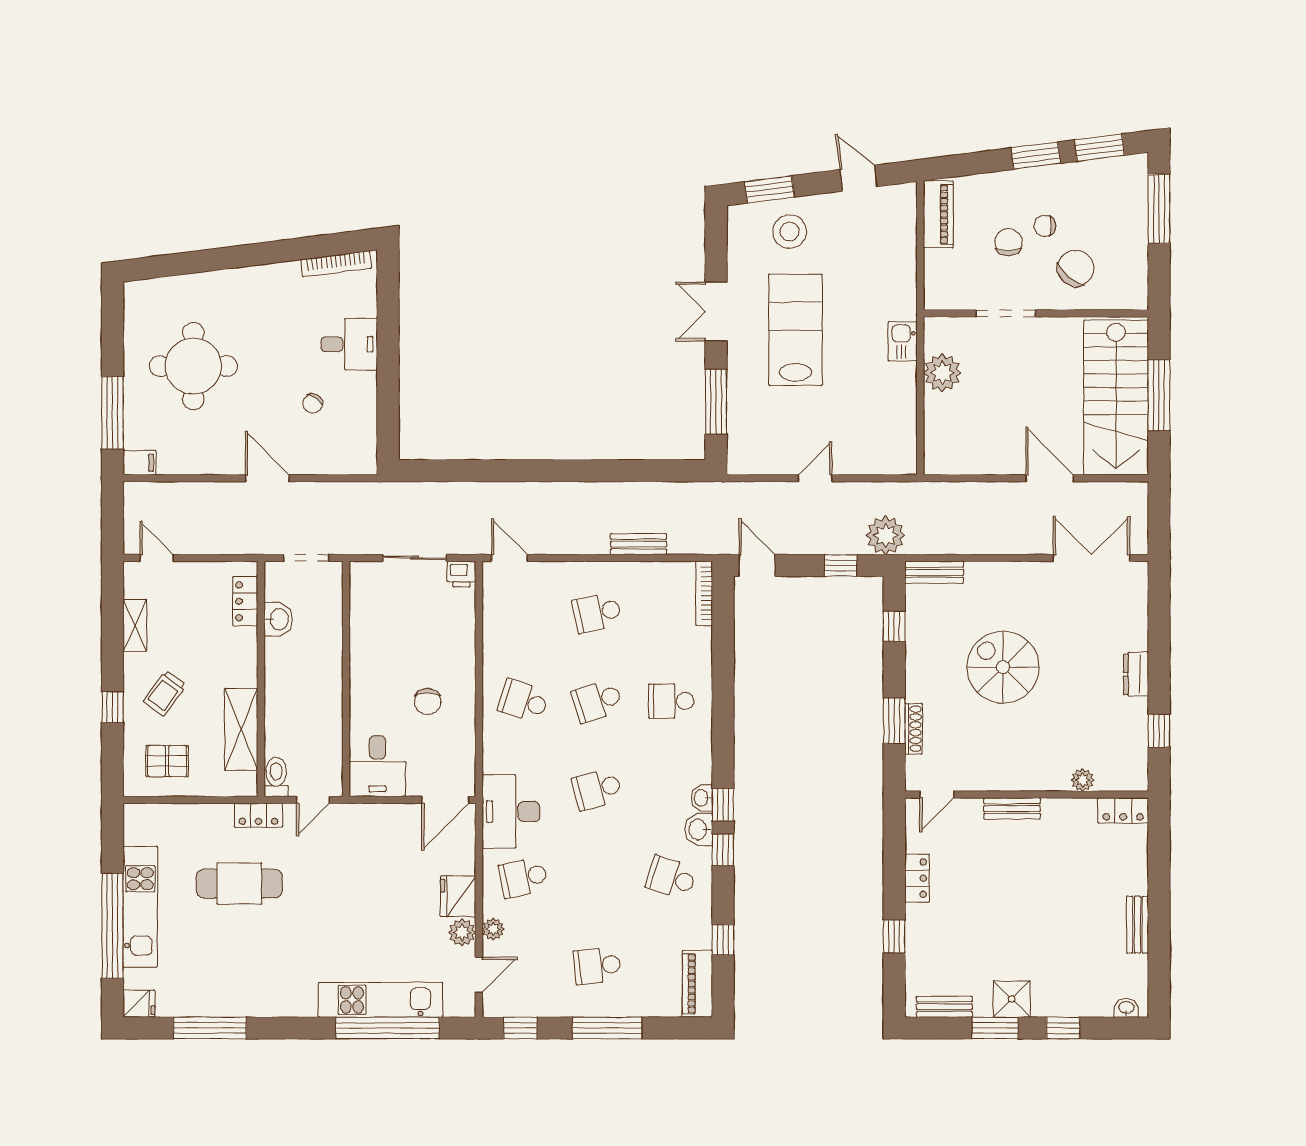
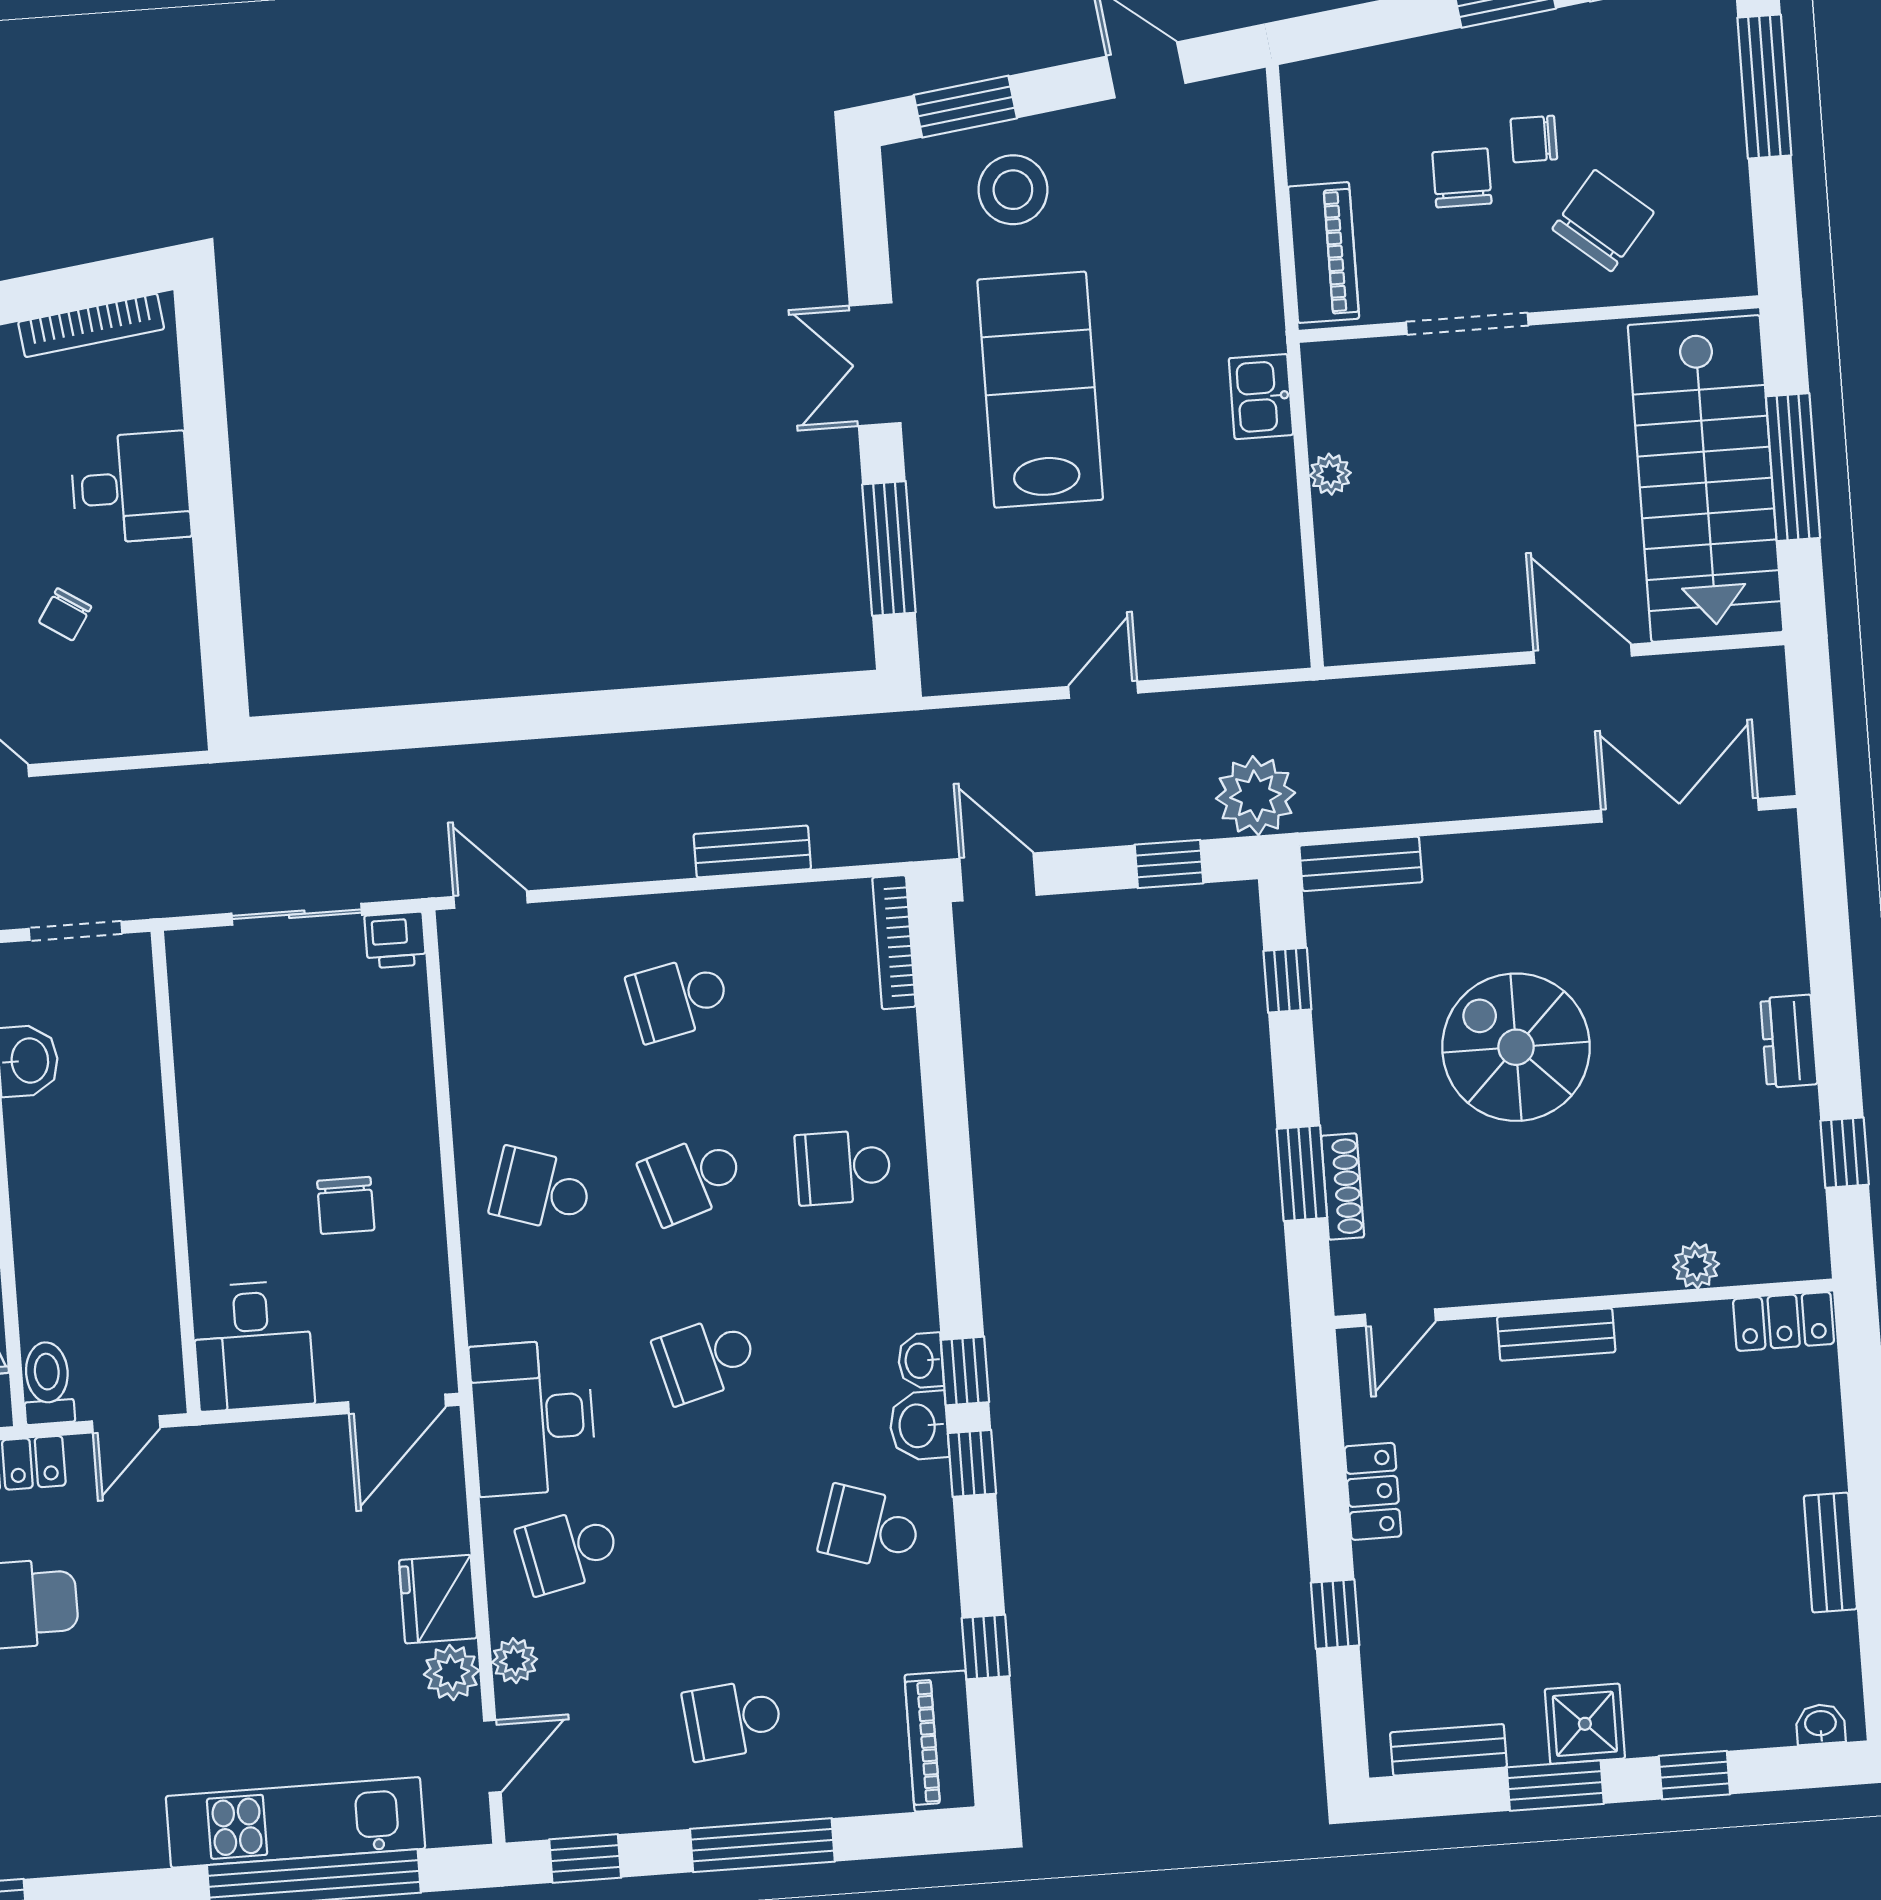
piano: (938, 214) -> (1324, 253), moved
plant: (942, 373) -> (1330, 474), width x0.53, depth x0.53

